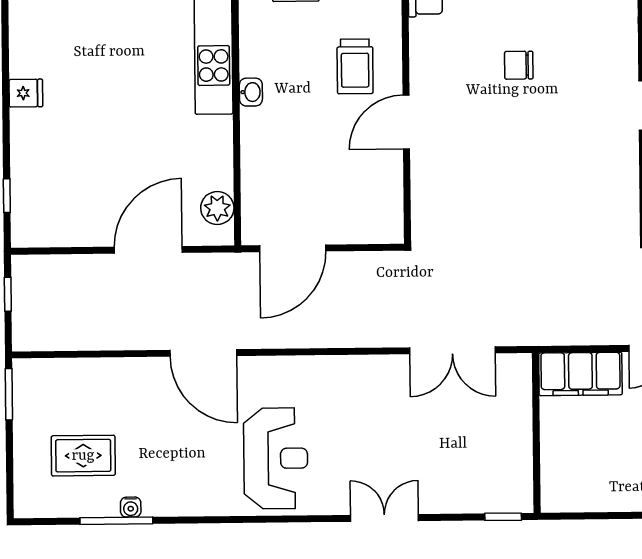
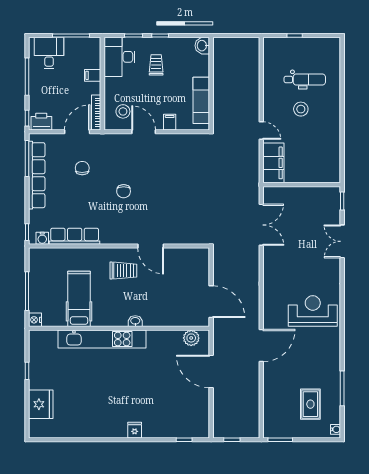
water cooler: (131, 507) -> (336, 429), moved
double door: (384, 518) -> (342, 241), moved

